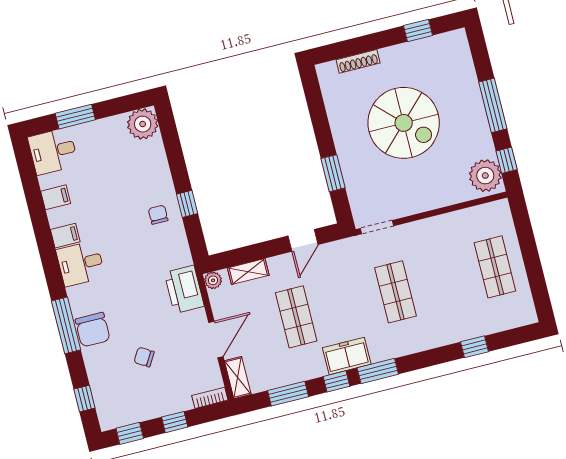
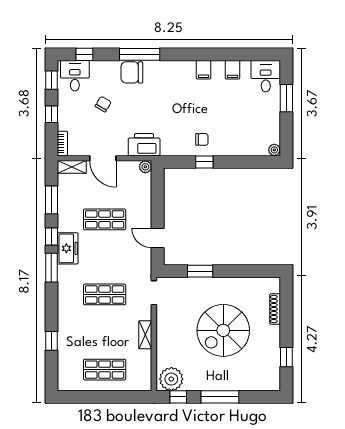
plant: (143, 124) -> (274, 150), width x0.53, depth x0.53
desk: (81, 263) -> (75, 76), moved
shelving: (248, 272) -> (145, 335), moved

